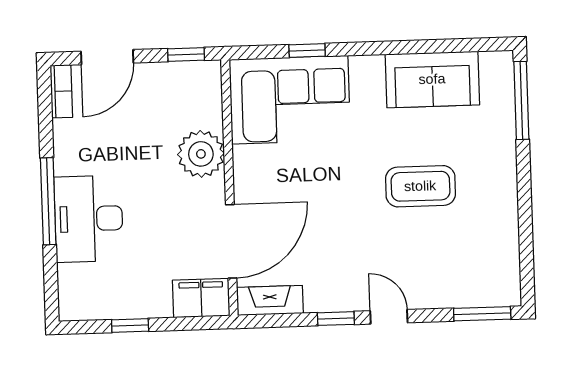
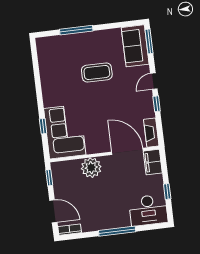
sofa: (432, 79) -> (135, 46), moved, turned 180
window: (521, 100) -> (76, 30), moved
coffee table: (420, 186) -> (97, 72), turned 90
desk: (89, 219) -> (148, 210), moved

